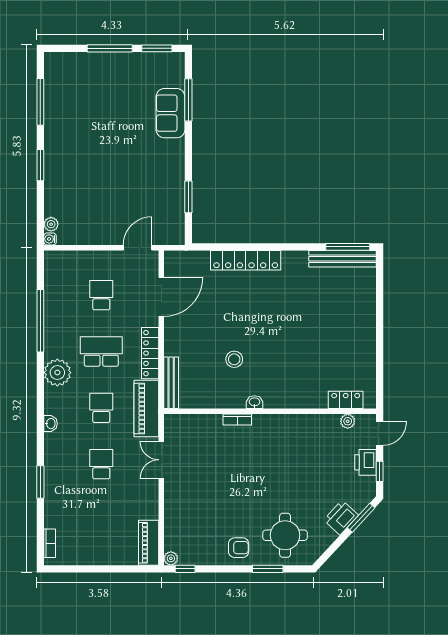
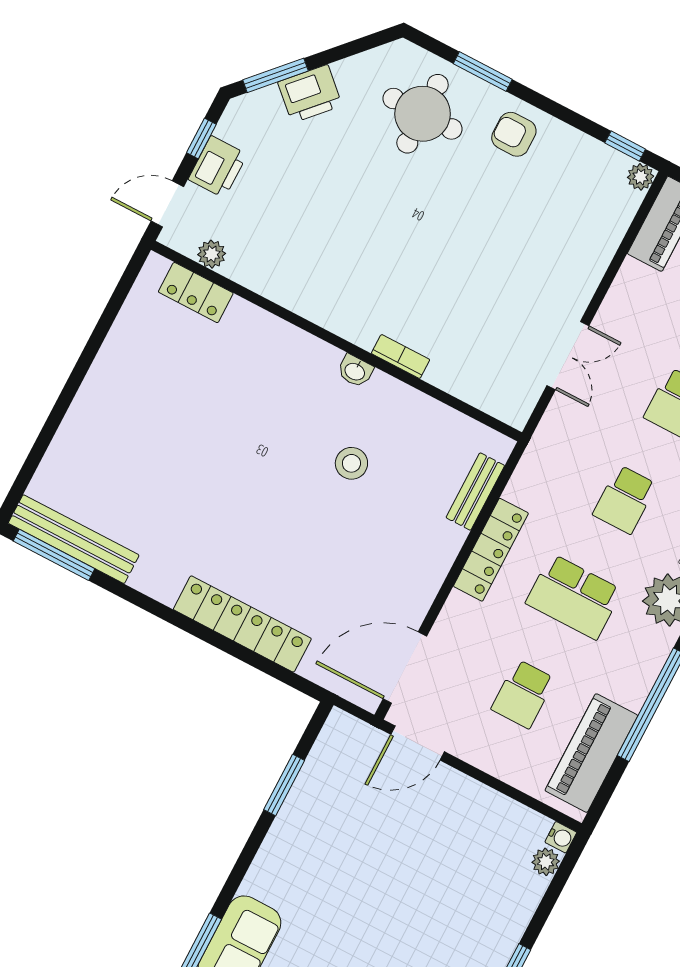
door: (161, 297) -> (405, 667), moved
bench: (171, 383) -> (475, 492), width x0.73
piano: (146, 408) -> (591, 753), moved, turned 180

